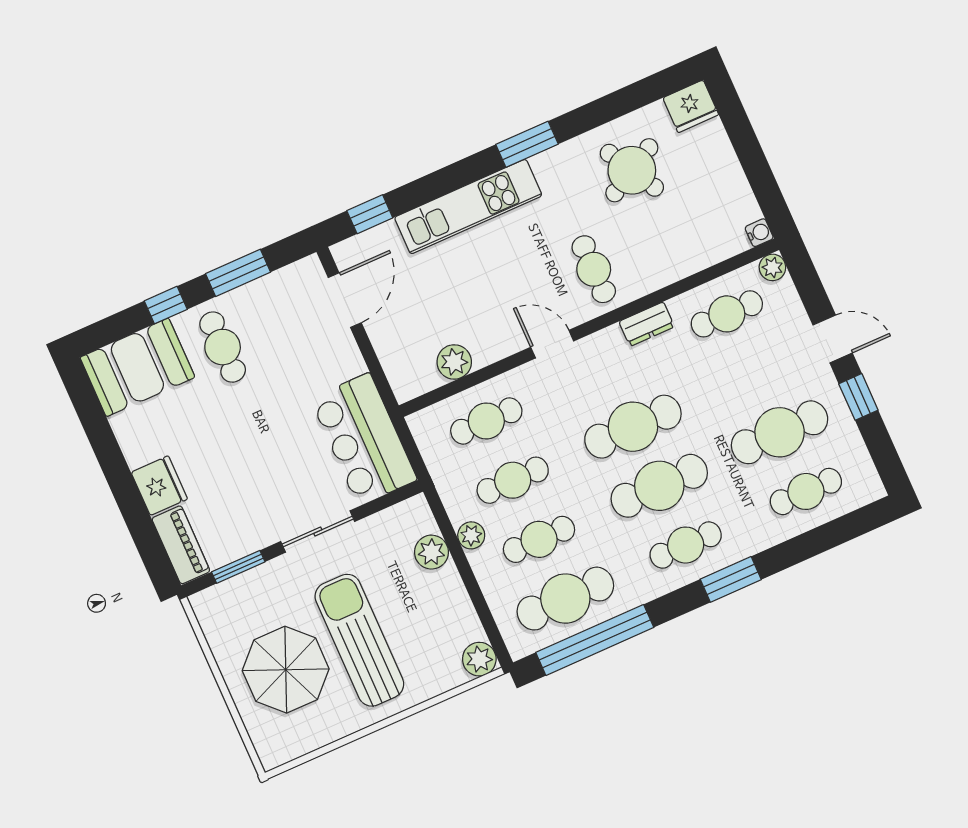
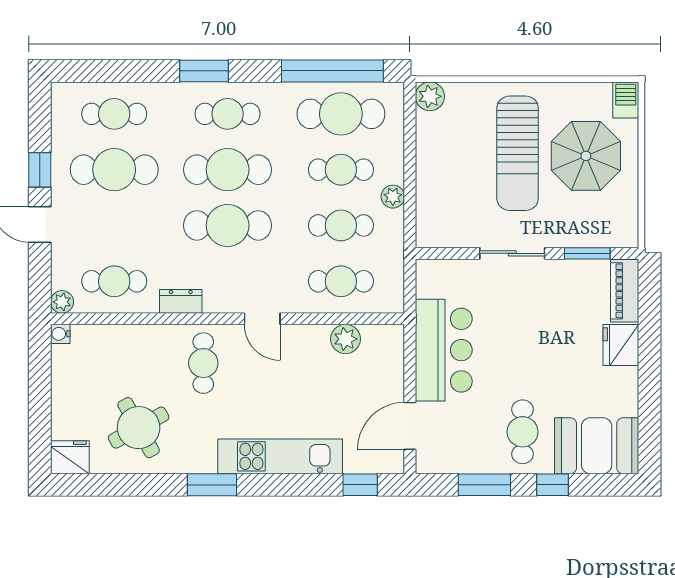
bar counter: (364, 439) -> (444, 350), moved
plant: (431, 552) -> (430, 197), removed
barbecue: (270, 748) -> (626, 100), added

